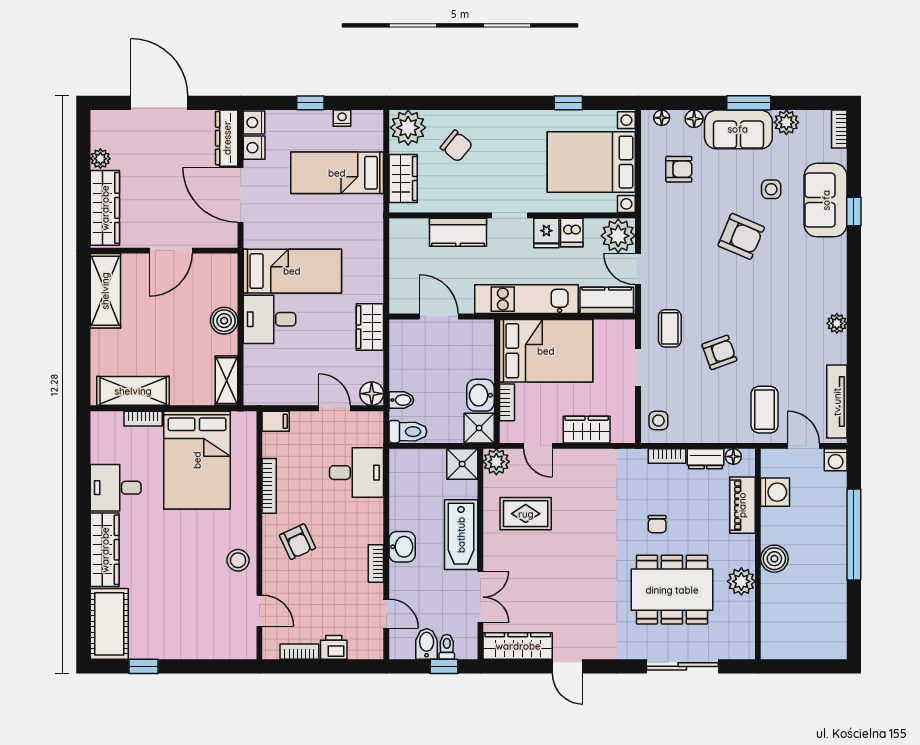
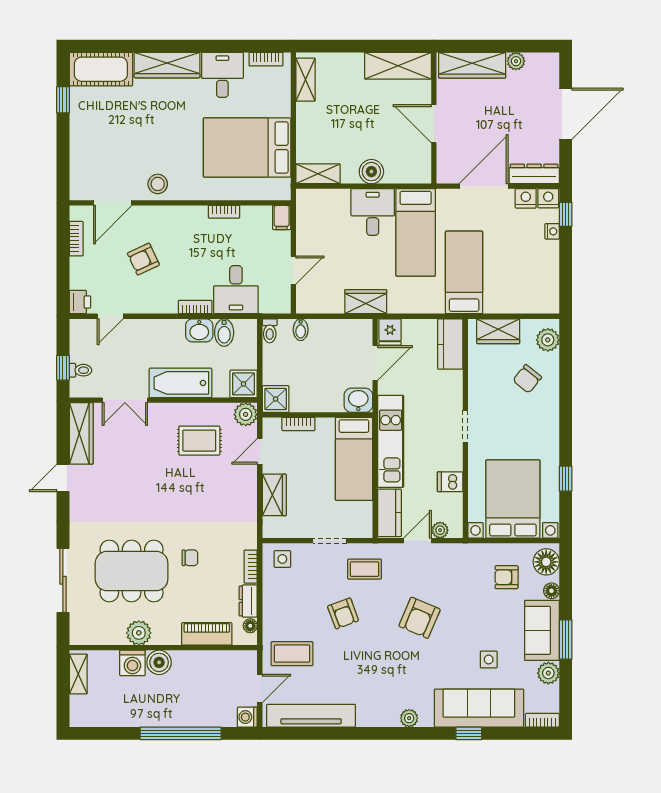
window: (310, 103) -> (566, 214), moved
nightstand: (342, 118) -> (552, 231), moved
floor lamp: (662, 118) -> (546, 562), width x1.89, depth x1.89
plant: (408, 128) -> (548, 340), width x0.73, depth x0.73
armchair: (679, 169) -> (507, 577), turned 90
bed: (337, 173) -> (464, 272), moved
sofa: (826, 200) -> (479, 708), width x1.36
kitchen counter: (458, 232) -> (450, 344), moved
fridge: (546, 233) -> (390, 332), moved, turned -90
plant: (618, 236) -> (440, 530), width x0.53, depth x0.53
armchair: (741, 236) -> (420, 618), moved
plant: (837, 323) -> (409, 718), moved
bed: (546, 351) -> (354, 459), width x0.67
shelving: (133, 391) -> (306, 80), width x0.67, depth x0.75
floor lamp: (372, 394) -> (306, 303), removed
washbasin: (480, 395) -> (358, 400), moved
tv unit: (837, 402) -> (311, 716), width x1.36, depth x1.29
bookcase: (143, 419) -> (266, 59), moved, turned -90
toilet: (408, 432) -> (270, 331), width x0.73, depth x0.72
bookcase: (269, 486) -> (224, 212), width x0.64
washing machine: (775, 492) -> (132, 663), moved
rug: (526, 514) -> (199, 441), turned 90
chair: (657, 524) -> (190, 558), turned 180
armchair: (298, 542) -> (143, 259), moved
washbasin: (402, 547) -> (199, 330), moved
bookcase: (376, 564) -> (195, 307), moved
dining table: (672, 590) -> (132, 571), turned 90
door: (259, 611) -> (113, 203), width x1.38
bidet: (427, 644) -> (224, 333), moved, turned 90
printer: (334, 647) -> (80, 302), moved
shelving: (787, 649) -> (78, 674), added

